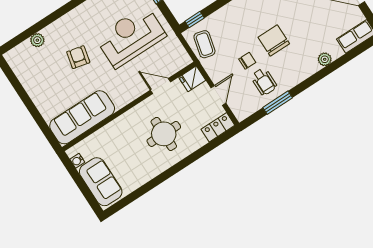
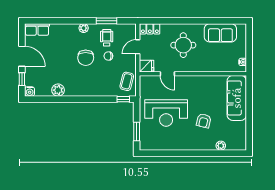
plant: (325, 59) -> (84, 28), moved
sofa: (82, 117) -> (237, 98), moved, turned 90
sofa: (101, 182) -> (220, 33), moved, turned -90

